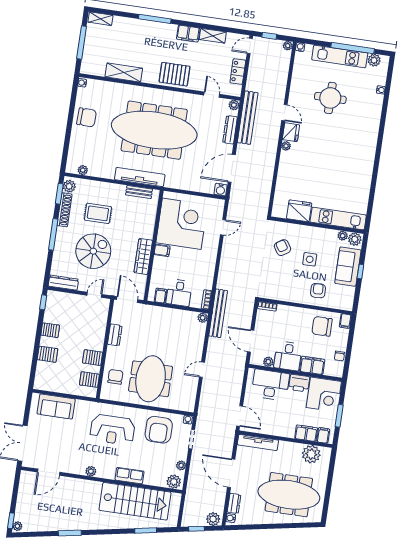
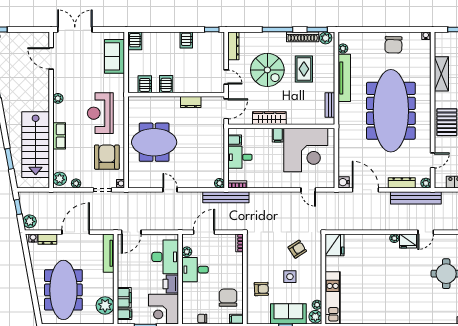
tv unit: (140, 177) -> (344, 78), moved
fridge: (299, 211) -> (335, 245), moved
server rack: (47, 354) -> (135, 41), moved
filing cabinet: (312, 365) -> (189, 294), removed
chair: (115, 377) -> (151, 109), removed
armchair: (159, 430) -> (107, 157), turned 90

